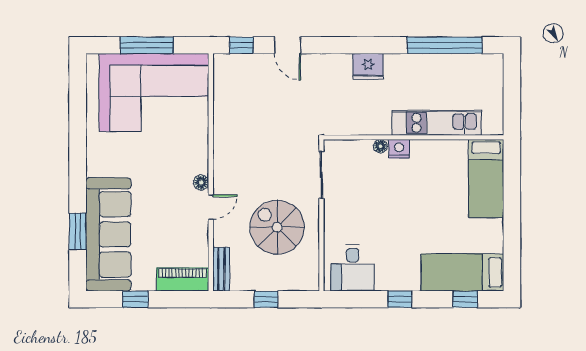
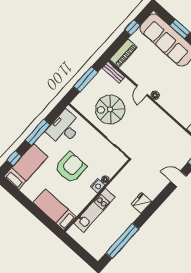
armchair: (408, 209) -> (71, 167), added
spiral stairs: (277, 227) -> (110, 109), turned 180
desk: (353, 268) -> (64, 128), width x1.37
window: (266, 299) -> (86, 79), width x2.17
window: (400, 299) -> (38, 132), width x2.17

